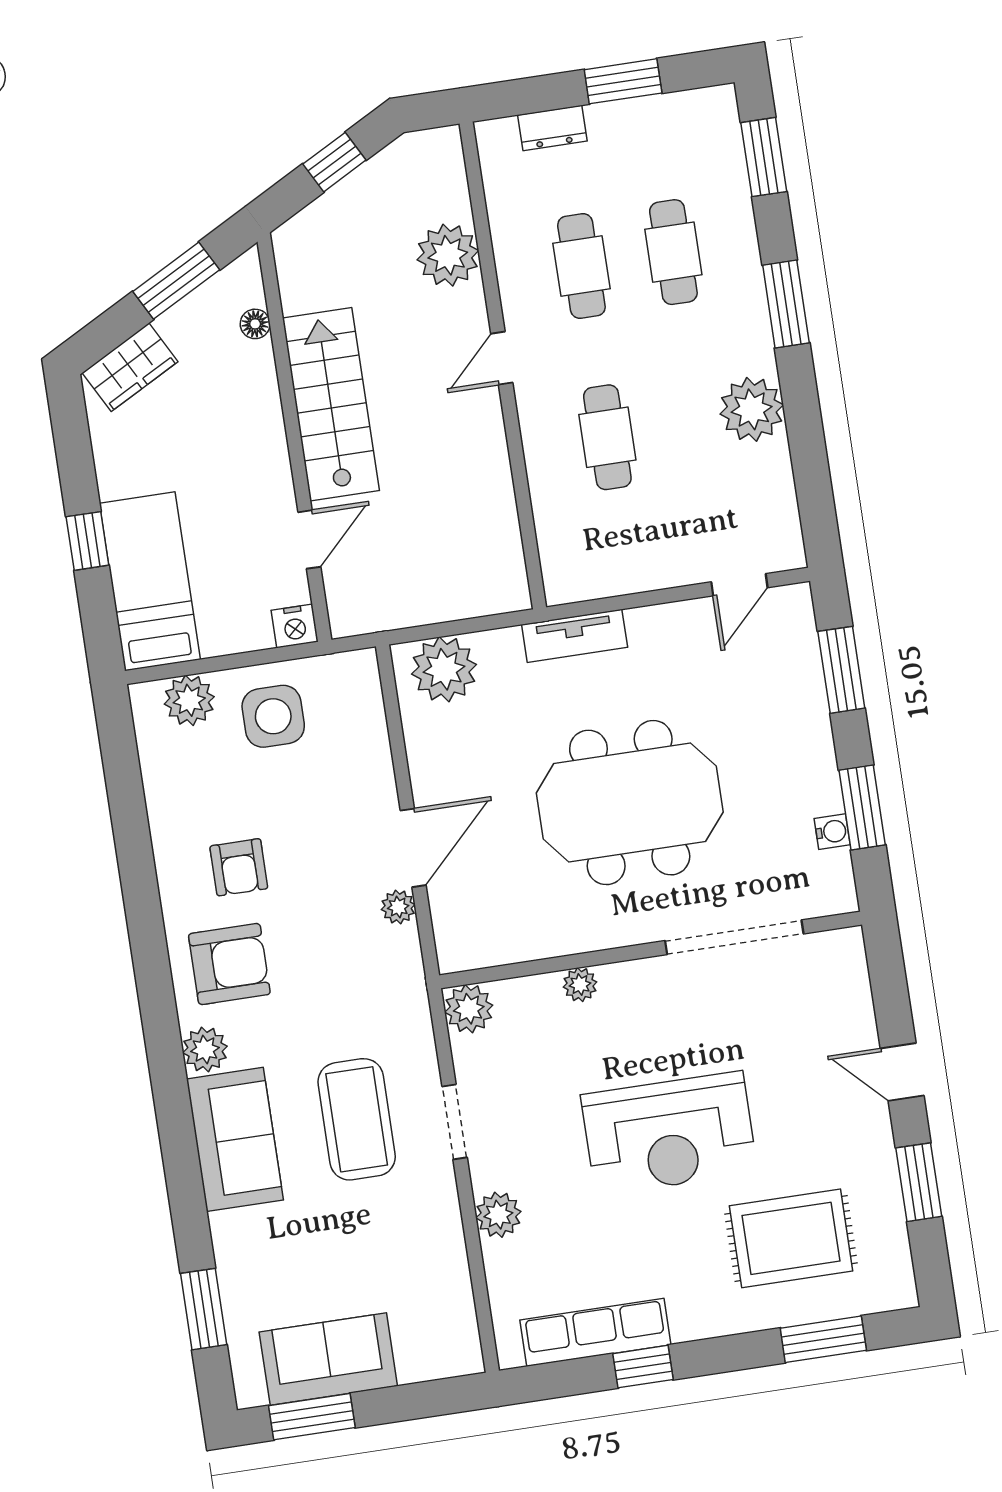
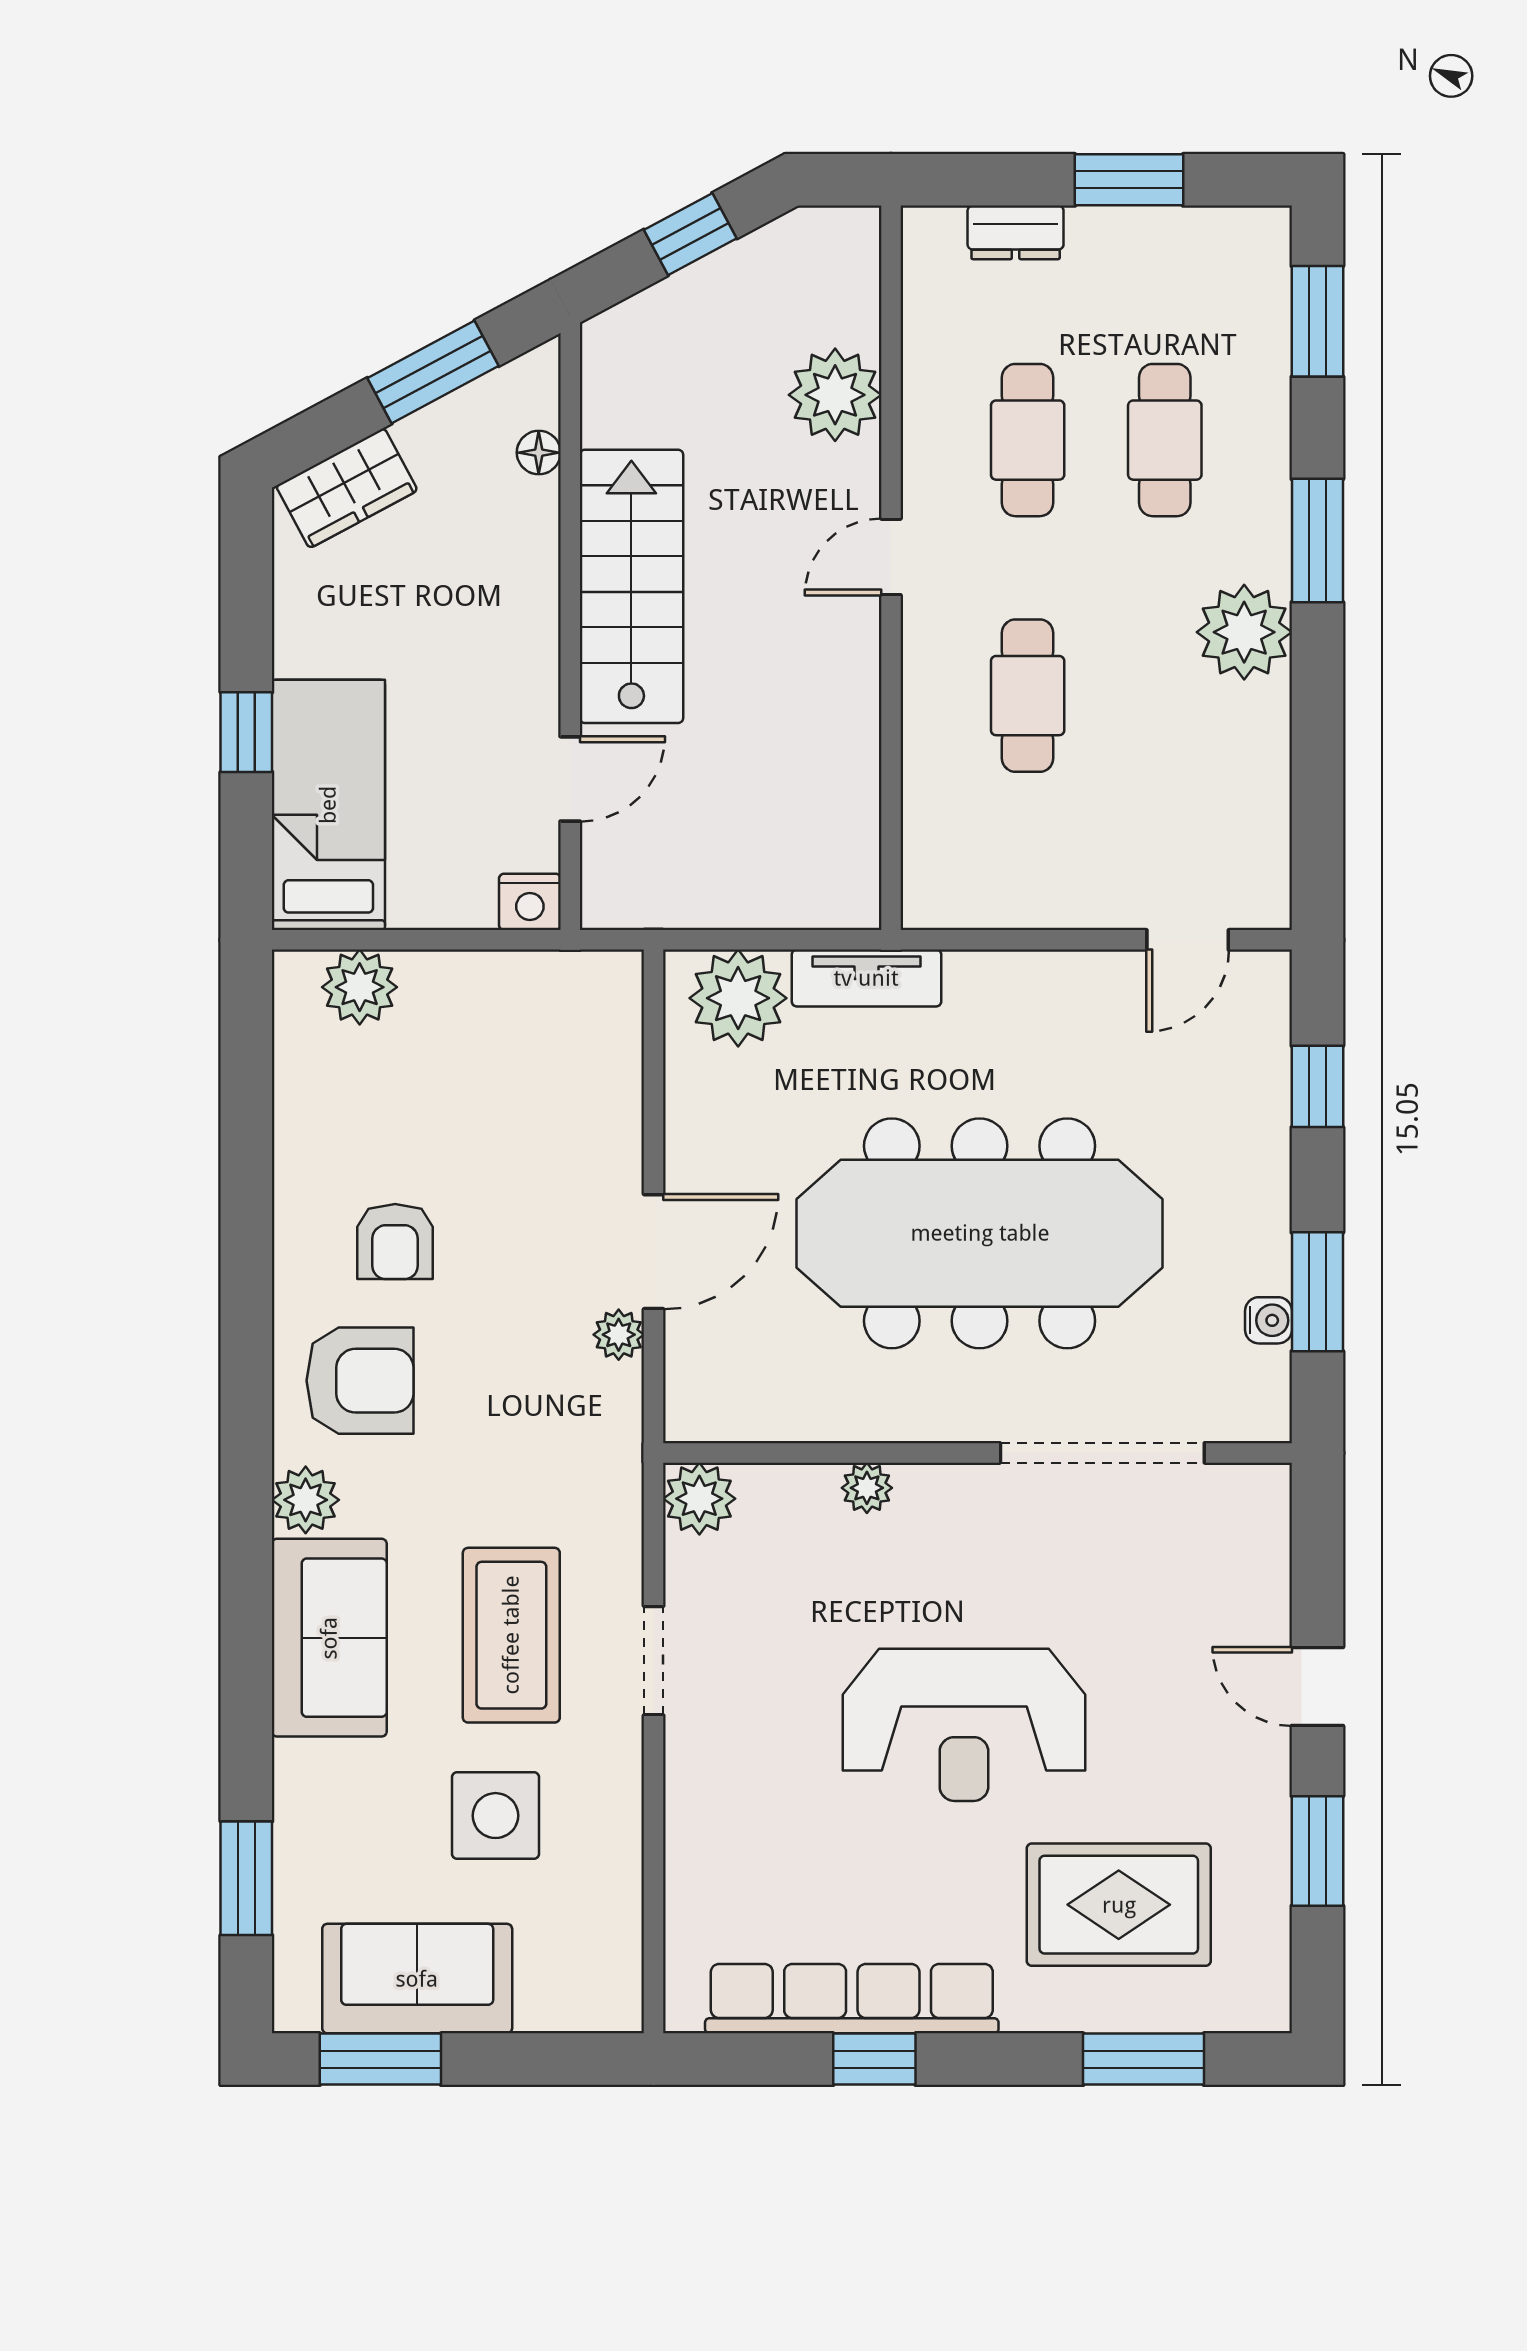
plant: (752, 409) -> (1244, 632), moved
tv unit: (575, 636) -> (866, 978), moved
window: (841, 670) -> (1317, 1086), width x0.67
side table: (273, 716) -> (495, 1816), moved
meeting table: (630, 803) -> (980, 1233), width x1.36
plant: (498, 1215) -> (697, 1806), removed
row of seats: (595, 1332) -> (852, 1999), width x1.36

